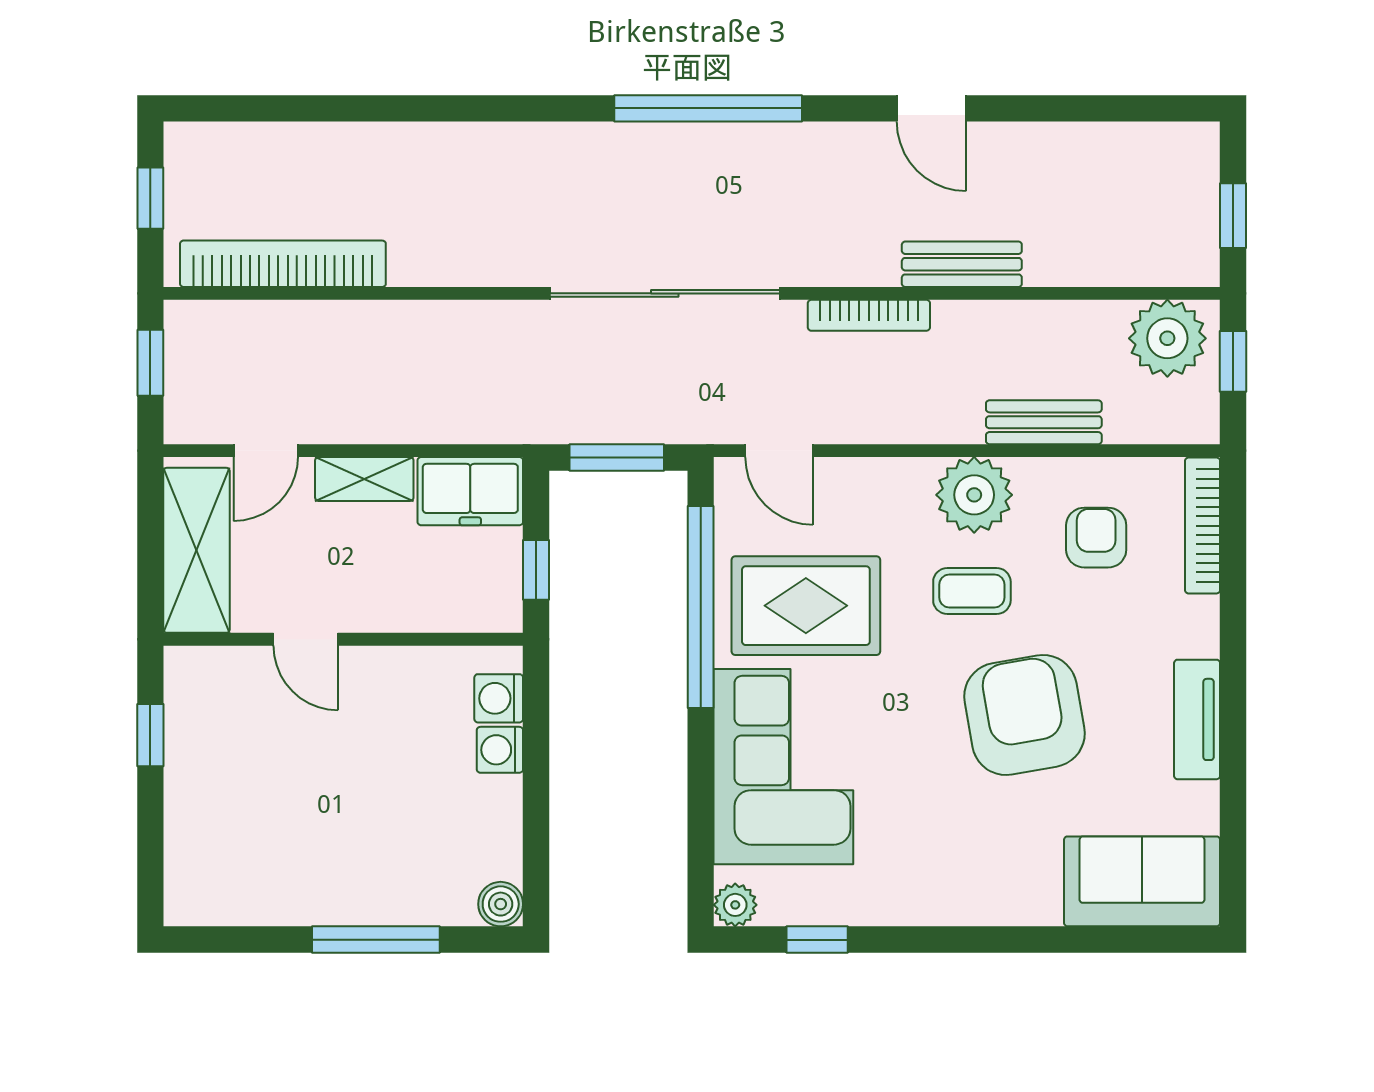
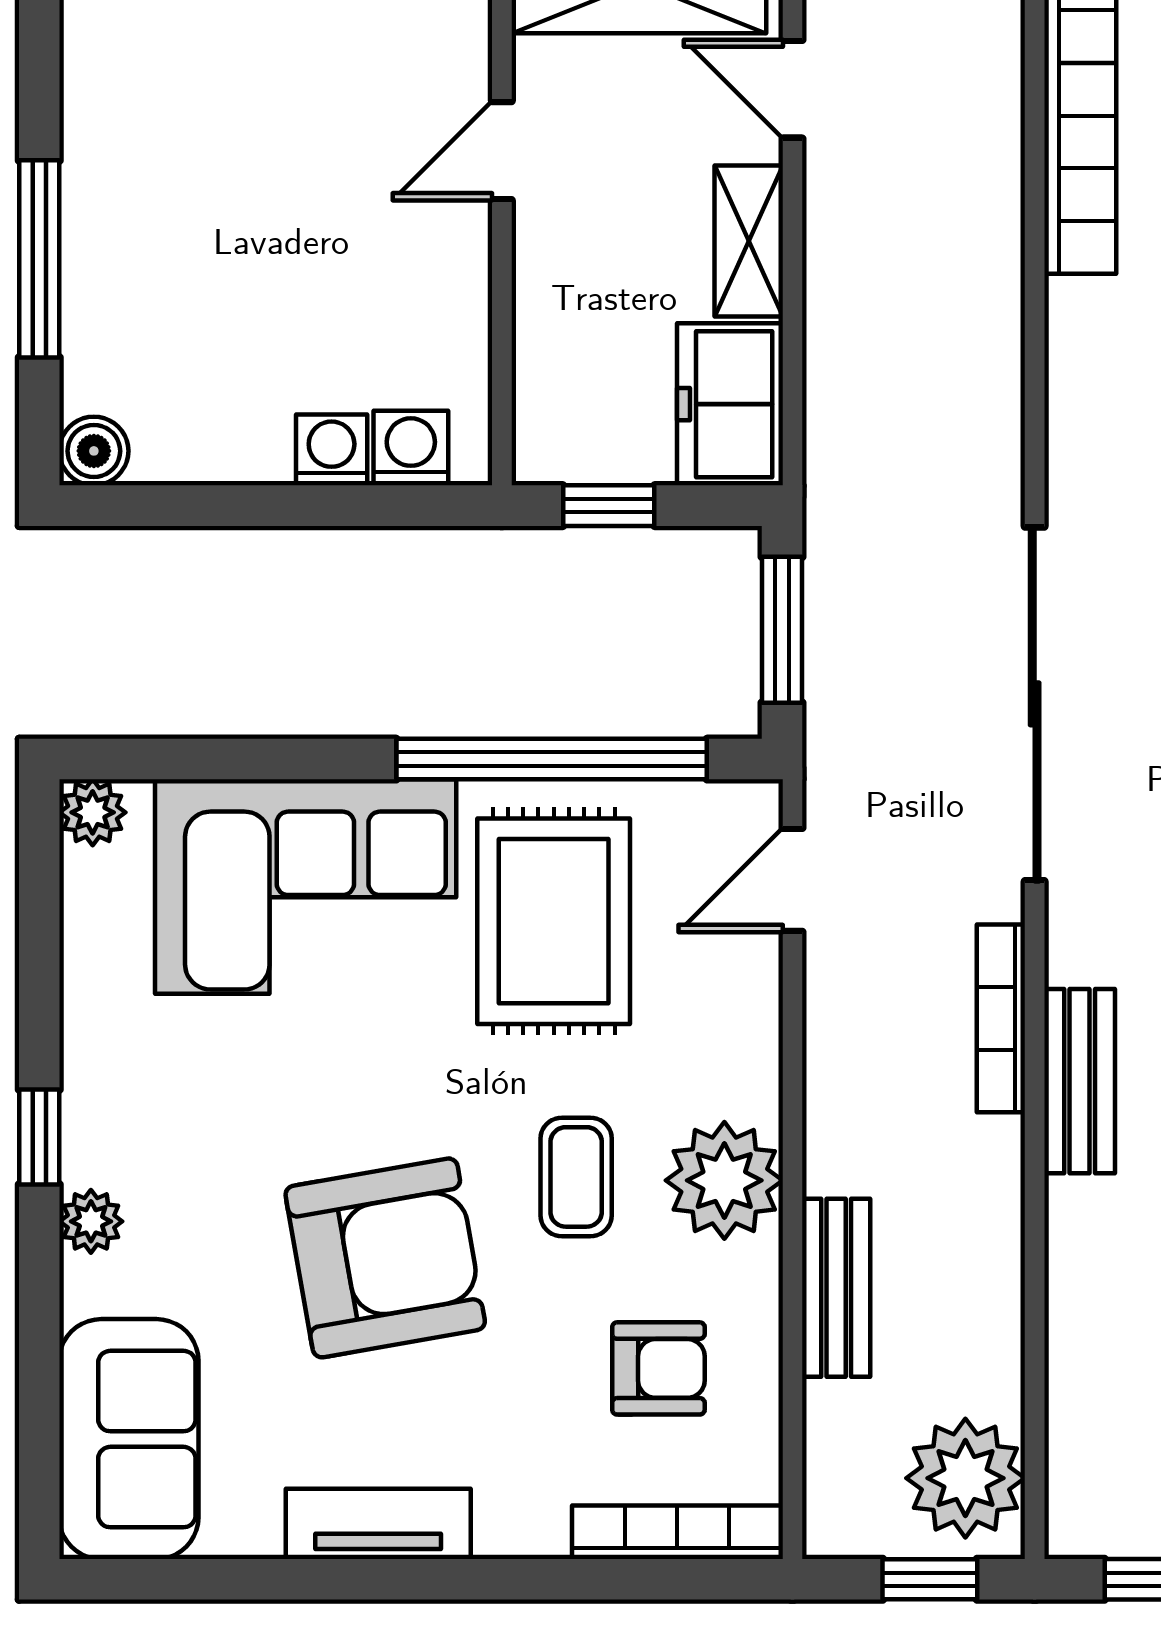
bench: (962, 264) -> (1080, 1081), moved
plant: (1001, 906) -> (91, 1221), added
window: (817, 940) -> (39, 1137), moved

